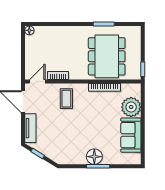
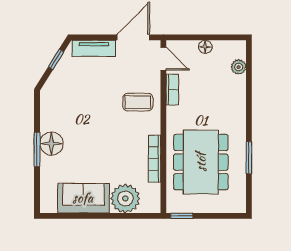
floor lamp: (29, 30) -> (205, 47), moved
plant: (43, 31) -> (239, 67), added
dining table: (107, 56) -> (201, 162), turned 90

